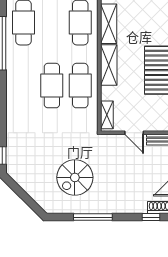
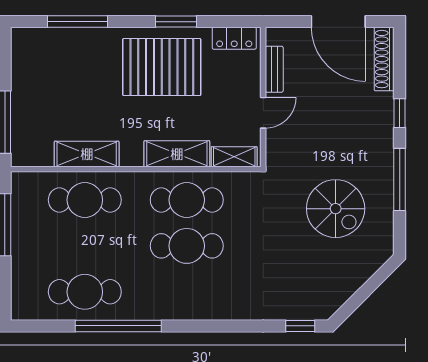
shelving: (109, 65) -> (177, 154), moved
window: (151, 217) -> (400, 113), moved

